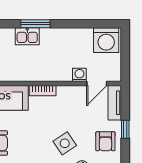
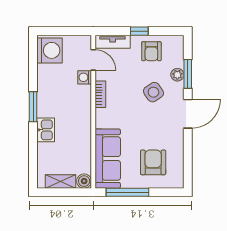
window: (35, 24) -> (33, 107), moved
bookcase: (43, 91) -> (100, 94), moved
armchair: (105, 141) -> (151, 51), turned 90

